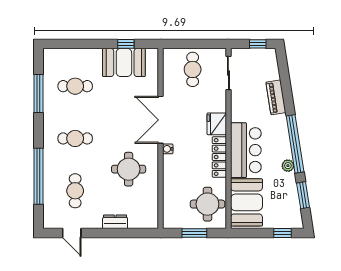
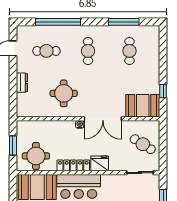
booth: (124, 62) -> (143, 106), moved, turned 90
cafe table: (193, 69) -> (143, 144), turned 32
double door: (161, 120) -> (103, 119), swing flipped

